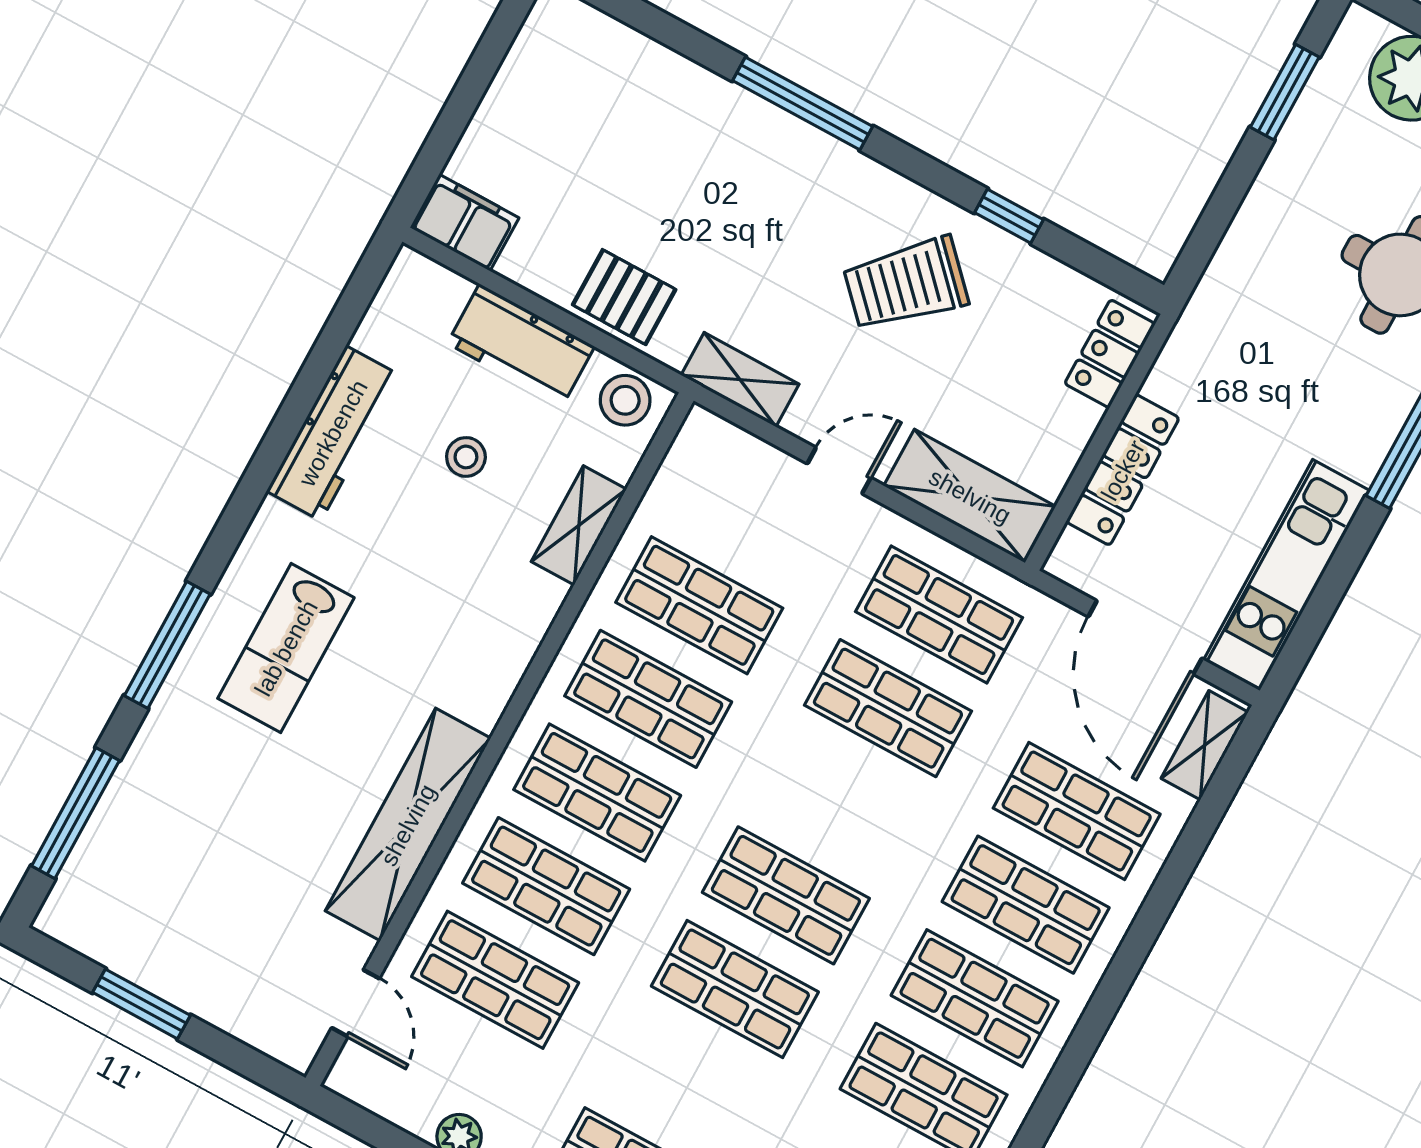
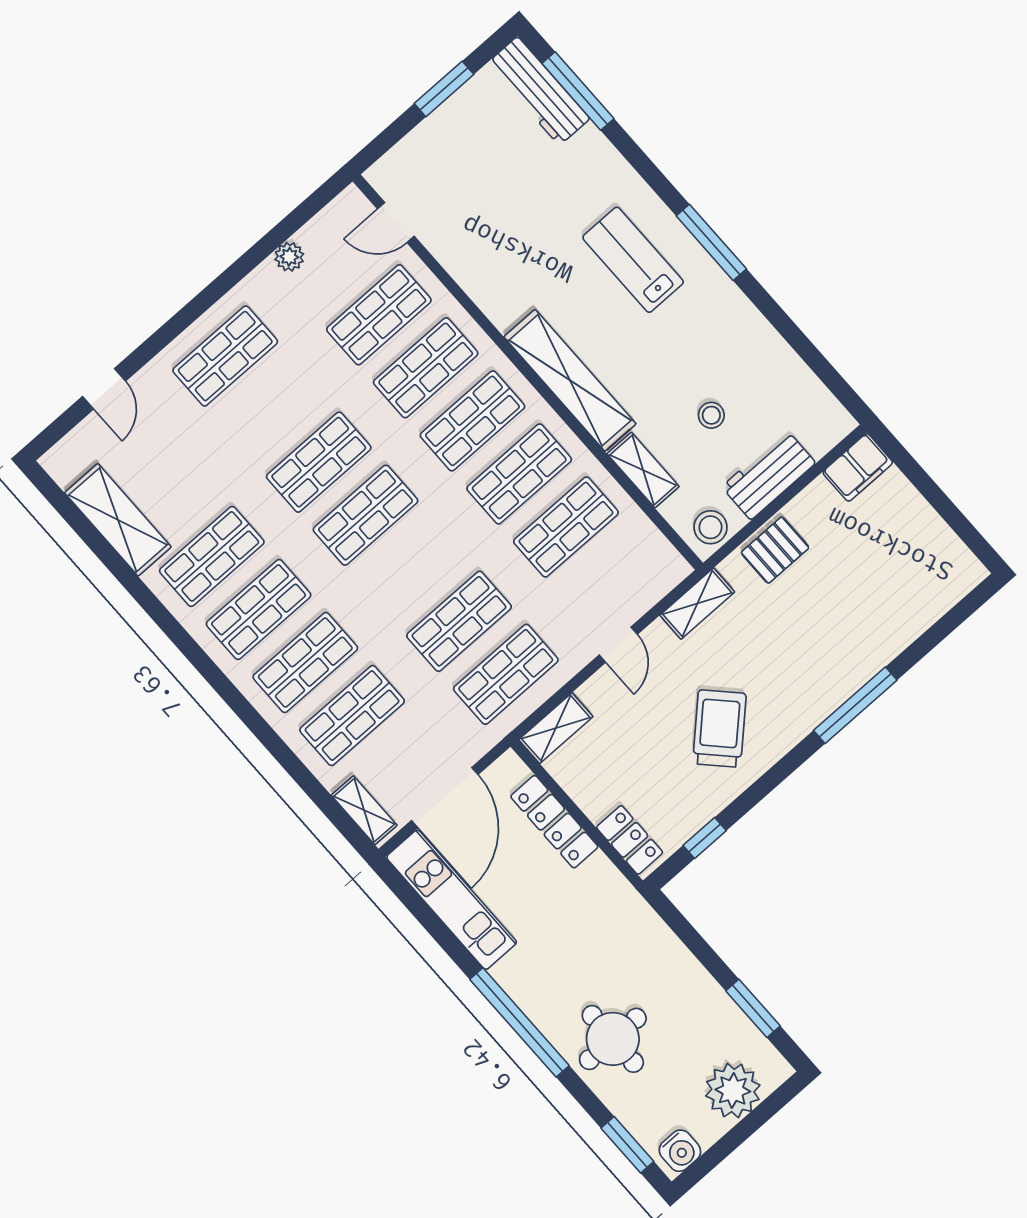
window: (1009, 216) -> (705, 838), moved
workbench: (333, 433) -> (538, 91), moved
shelving: (970, 496) -> (556, 728), width x0.67, depth x0.75
door: (1145, 637) -> (445, 798), swing flipped
window: (167, 645) -> (711, 242), moved
shelving: (408, 825) -> (570, 380), moved

